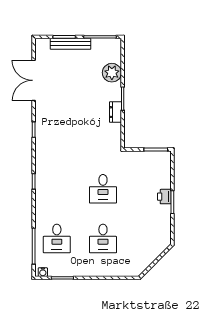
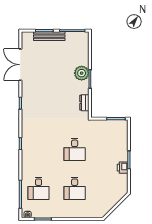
plant: (112, 73) -> (82, 73), moved
dresser: (115, 112) -> (84, 103), moved
printer: (164, 197) -> (123, 168), moved

